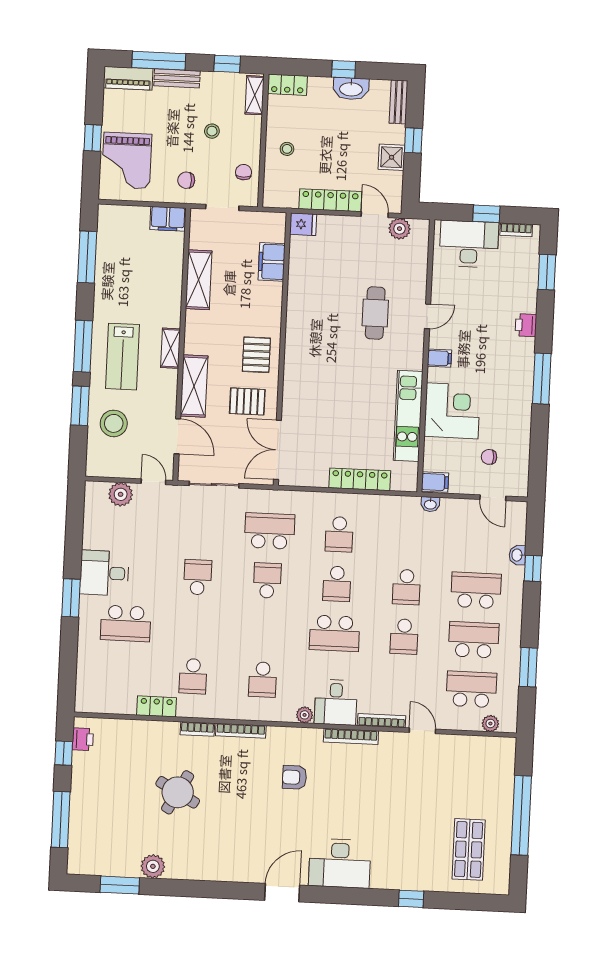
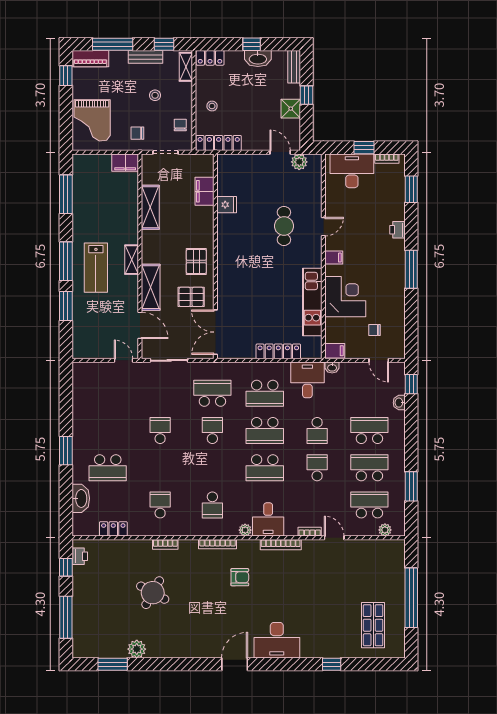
bench: (177, 78) -> (146, 57), moved
window: (93, 138) -> (66, 76), moved
locker: (330, 200) -> (219, 143), moved
fridge: (303, 224) -> (227, 205), moved
stool: (114, 423) -> (92, 318), removed
plant: (121, 494) -> (99, 371), removed
school desk: (339, 534) -> (265, 393), width x1.85
window: (533, 568) -> (411, 384), moved
desk: (104, 573) -> (307, 380), moved, turned 90
school desk: (337, 584) -> (265, 431), width x1.85
school desk: (404, 637) -> (317, 468), turned 180
washbasin: (88, 663) -> (81, 498), added
school desk: (193, 676) -> (160, 505), turned 180
locker: (157, 706) -> (113, 529), moved
bookcase: (382, 721) -> (310, 532), width x0.64
bookcase: (241, 731) -> (218, 544), moved
armchair: (294, 777) -> (240, 577), turned 180

